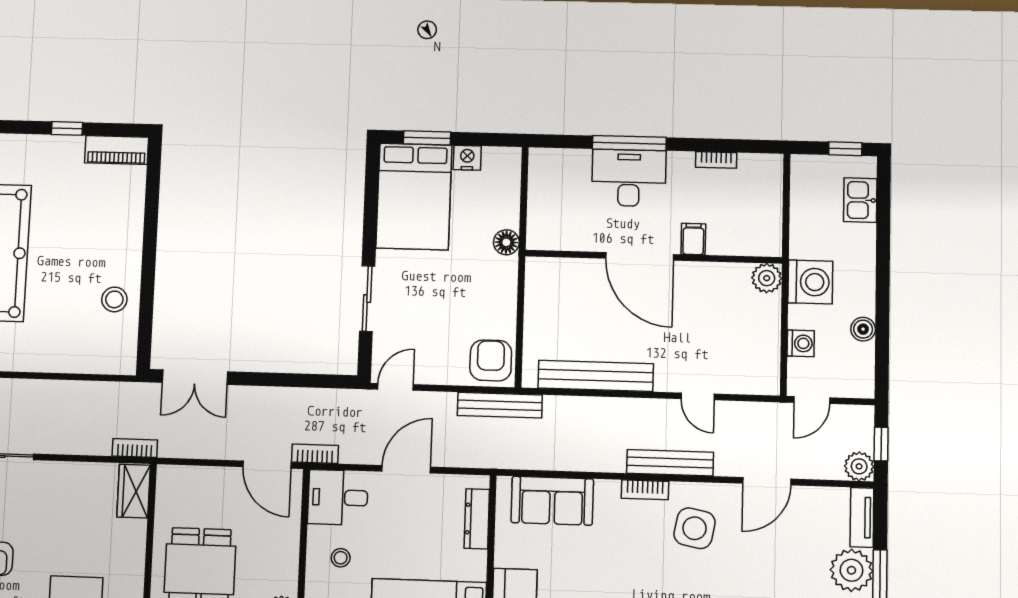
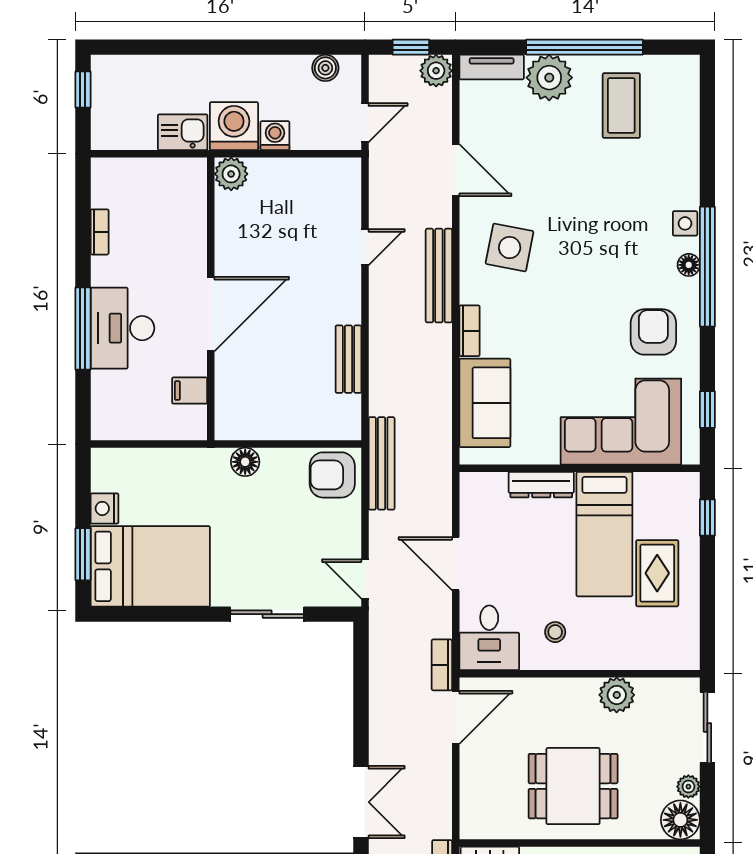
kitchen sink: (860, 200) -> (183, 132), moved, turned 180
filing cabinet: (693, 239) -> (190, 391), moved
floor lamp: (506, 242) -> (245, 462), moved
boiler: (863, 329) -> (325, 68), moved
washing machine: (801, 343) -> (275, 136), moved
bench: (596, 376) -> (348, 359), width x0.54, depth x0.82
door: (812, 400) -> (365, 123), hinge flipped
bookcase: (645, 490) -> (469, 331), moved
dresser: (477, 519) -> (541, 485), moved

